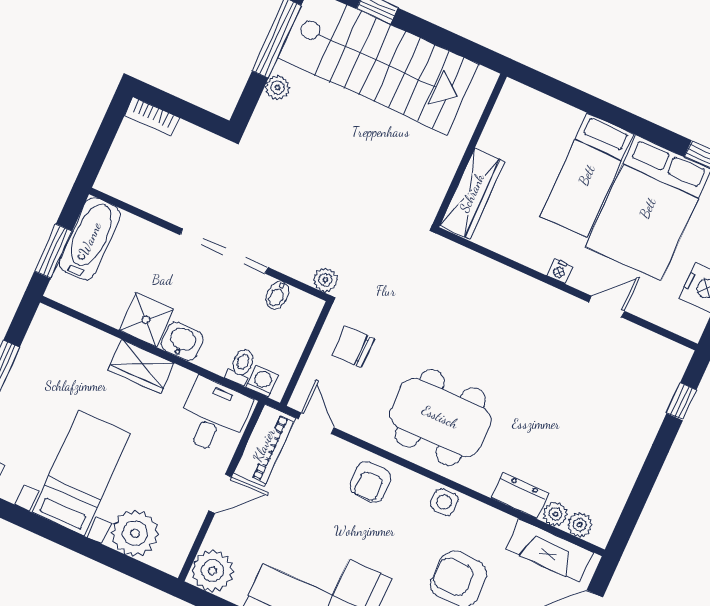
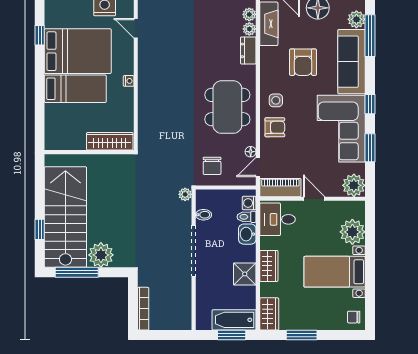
plant: (278, 87) -> (101, 255), width x1.88, depth x1.88
bookcase: (152, 116) -> (143, 309), width x1.56
bathtub: (90, 239) -> (234, 320), moved
door: (607, 307) -> (136, 28), moved
wardrobe: (60, 330) -> (269, 314), added
washbasin: (182, 341) -> (247, 234), moved
floor lamp: (348, 423) -> (251, 152), added
side table: (444, 502) -> (276, 100), moved

